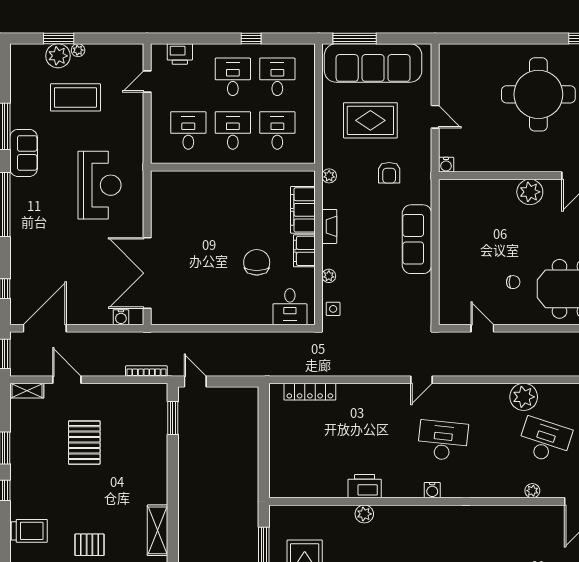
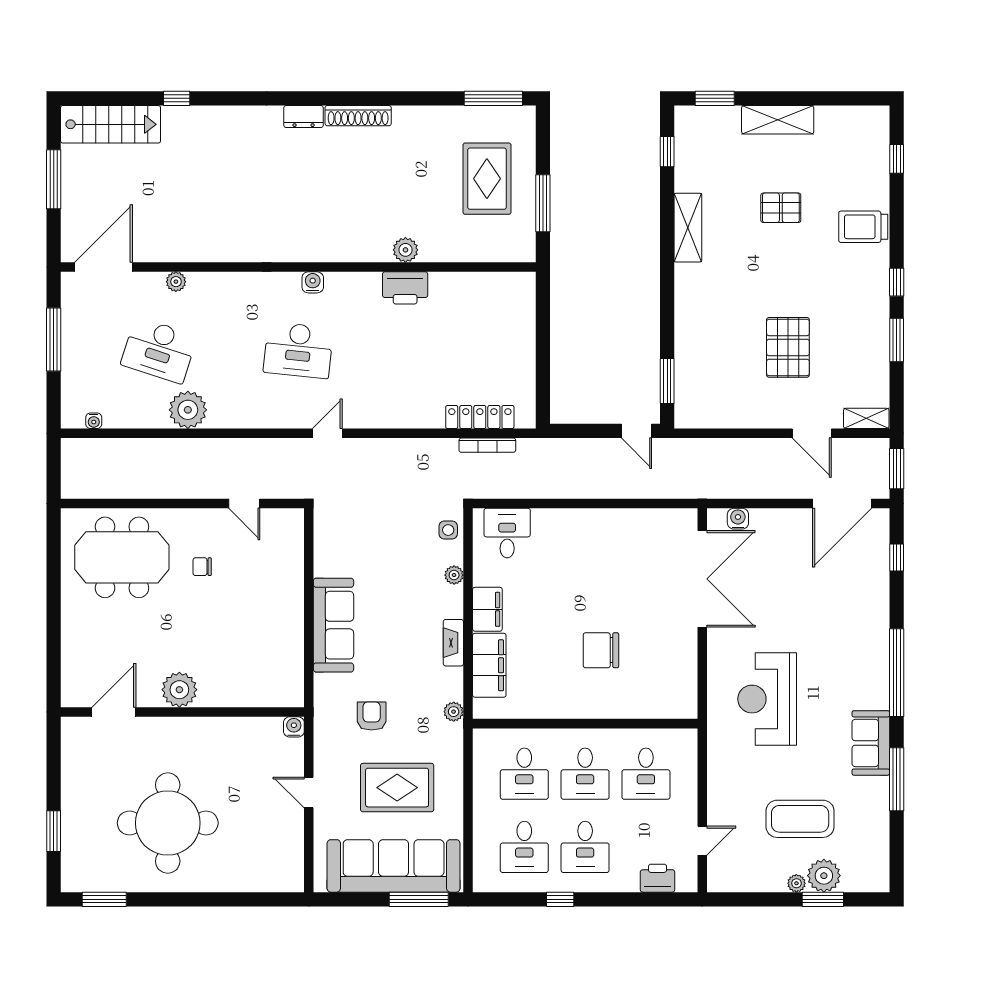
chair: (257, 262) -> (601, 650), moved, turned 90
bookcase: (146, 371) -> (487, 445), moved

